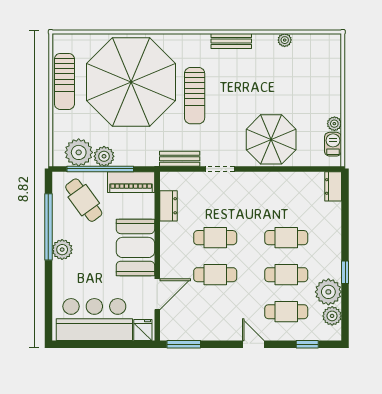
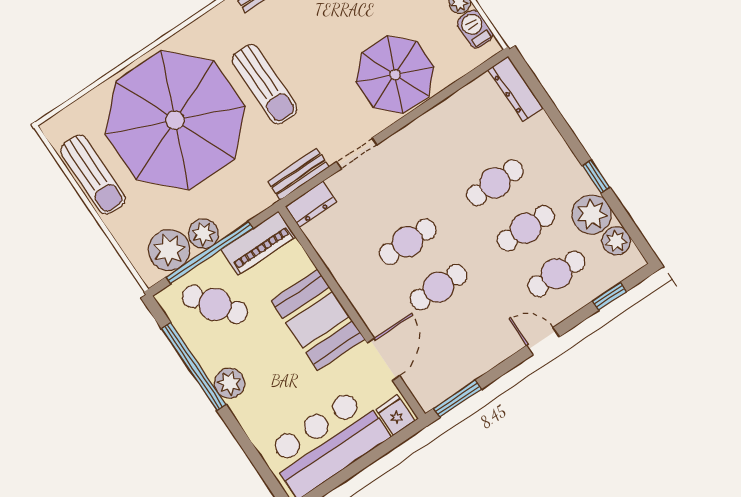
dresser: (333, 186) -> (516, 89), width x1.44
dresser: (168, 206) -> (311, 204), moved, turned 90

